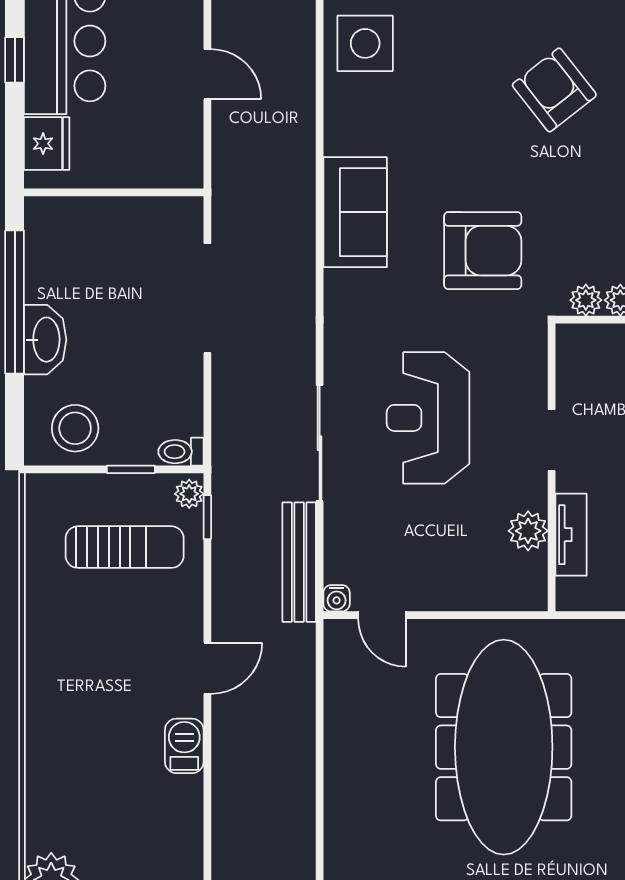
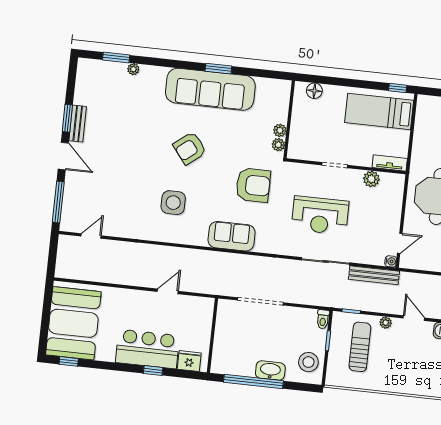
side table: (365, 43) -> (173, 203), moved
armchair: (483, 251) -> (253, 185), turned 90
plant: (189, 494) -> (386, 323), moved
tv unit: (571, 535) -> (390, 163), moved

